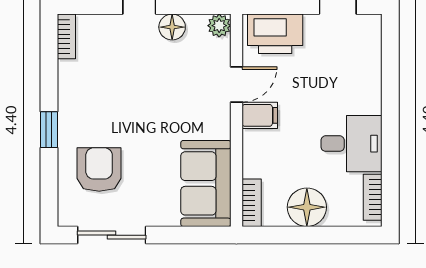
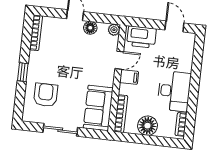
bookcase: (66, 36) -> (36, 33), width x1.56
desk: (351, 144) -> (174, 91), width x1.37
bookcase: (252, 203) -> (121, 114), width x1.56
sliding door: (112, 235) -> (60, 130), moved

